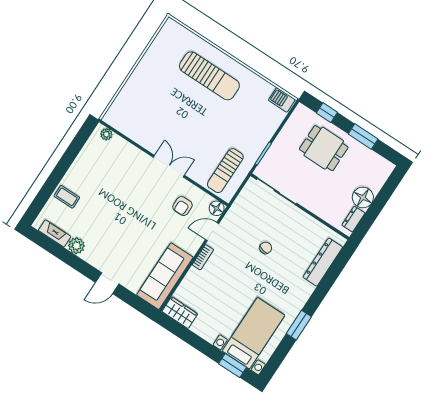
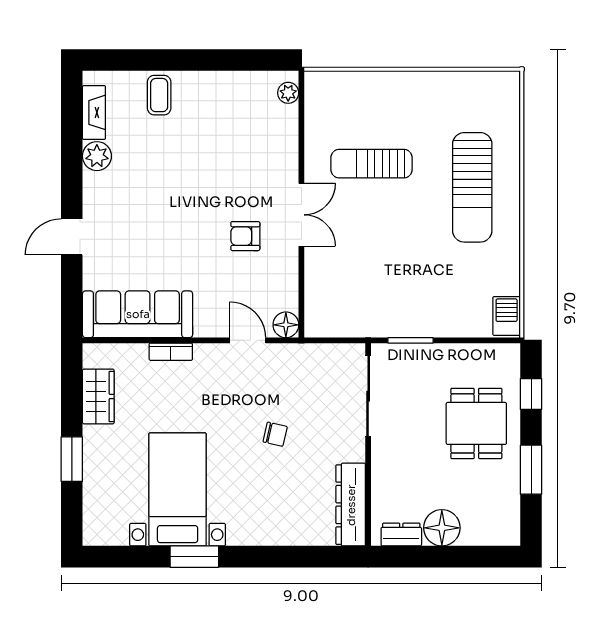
sun lounger: (225, 171) -> (372, 164), moved
armchair: (182, 206) -> (245, 236), moved
bookcase: (203, 257) -> (171, 352), moved
dresser: (323, 262) -> (351, 505), moved, turned -90
door: (107, 283) -> (72, 237), hinge flipped
wardrobe: (180, 313) -> (98, 396), moved
bed with nightstands: (253, 333) -> (178, 489), moved, turned -90
window: (233, 366) -> (72, 459), moved

